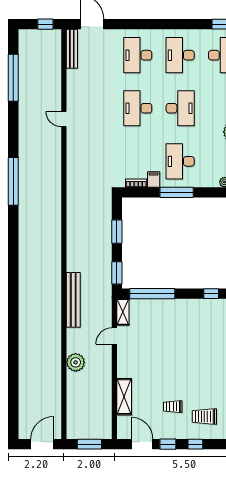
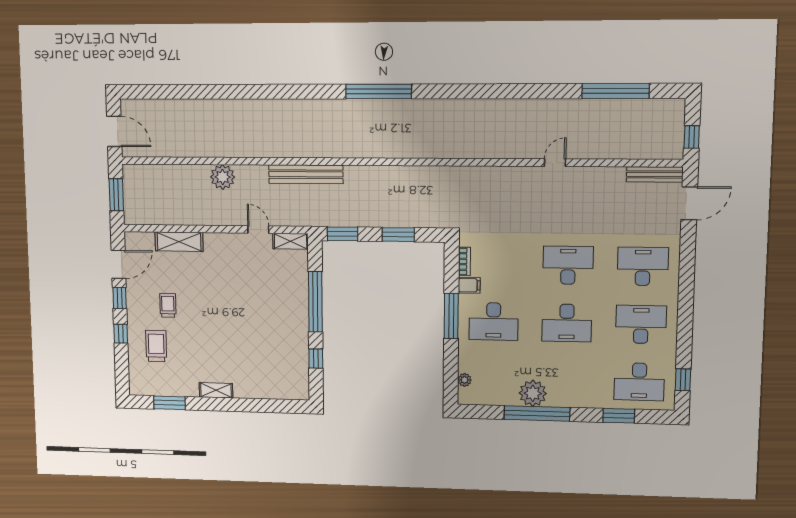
desk: (180, 161) -> (494, 321), turned 180
window: (13, 181) -> (379, 91), moved
window: (152, 294) -> (315, 302), moved

